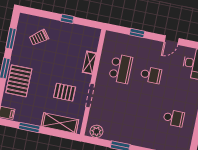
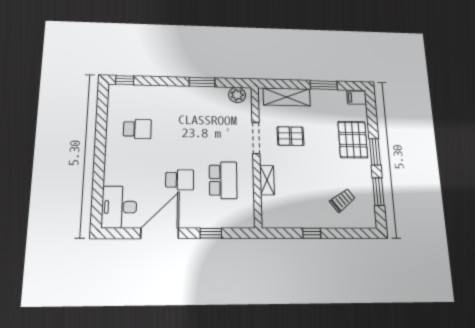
door: (172, 40) -> (160, 233), width x1.88
school desk: (121, 69) -> (223, 180), turned 180
school desk: (151, 75) -> (180, 180), turned 180
school desk: (174, 118) -> (137, 129), turned 180

